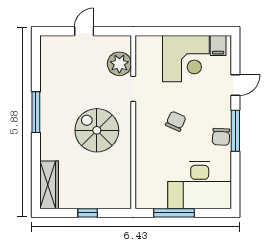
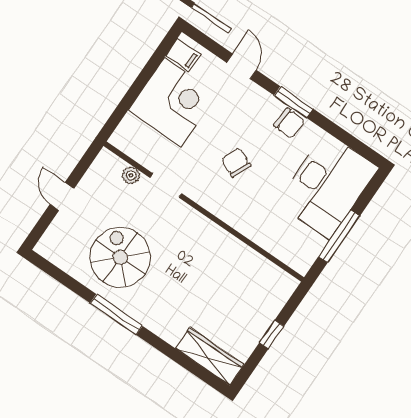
plant: (119, 64) -> (131, 175), width x0.53, depth x0.53
spiral stairs: (97, 130) -> (120, 257), moved, turned 90
window: (235, 131) -> (294, 102), width x0.69

